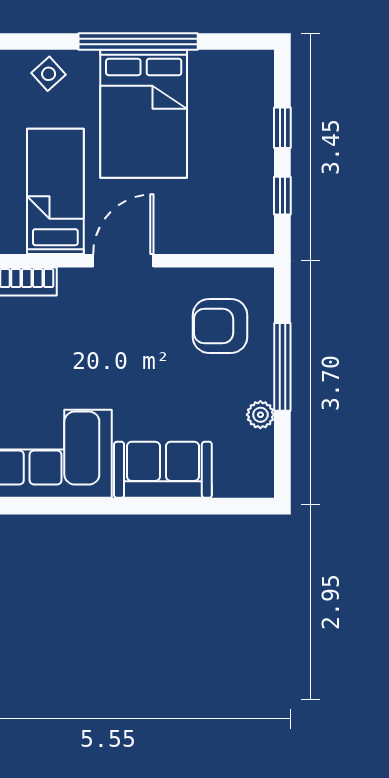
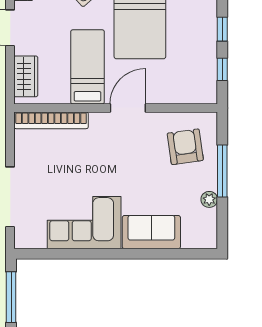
armchair: (220, 326) -> (185, 147), turned 82

